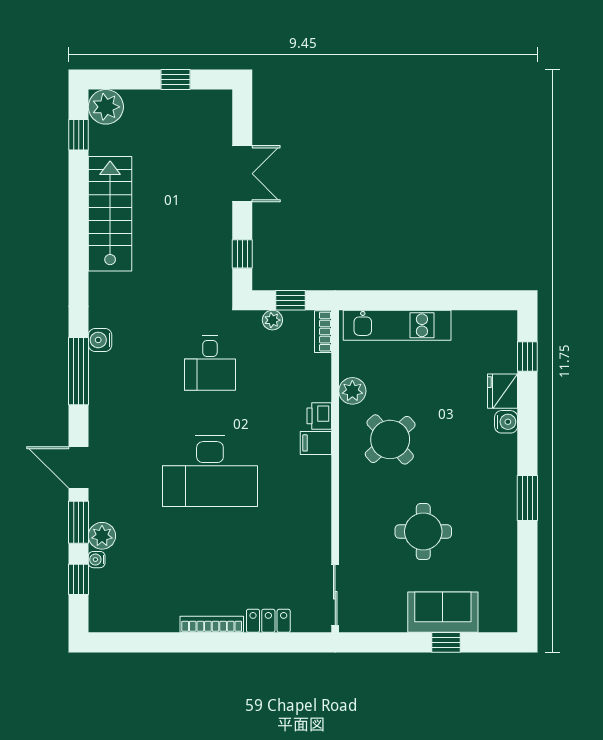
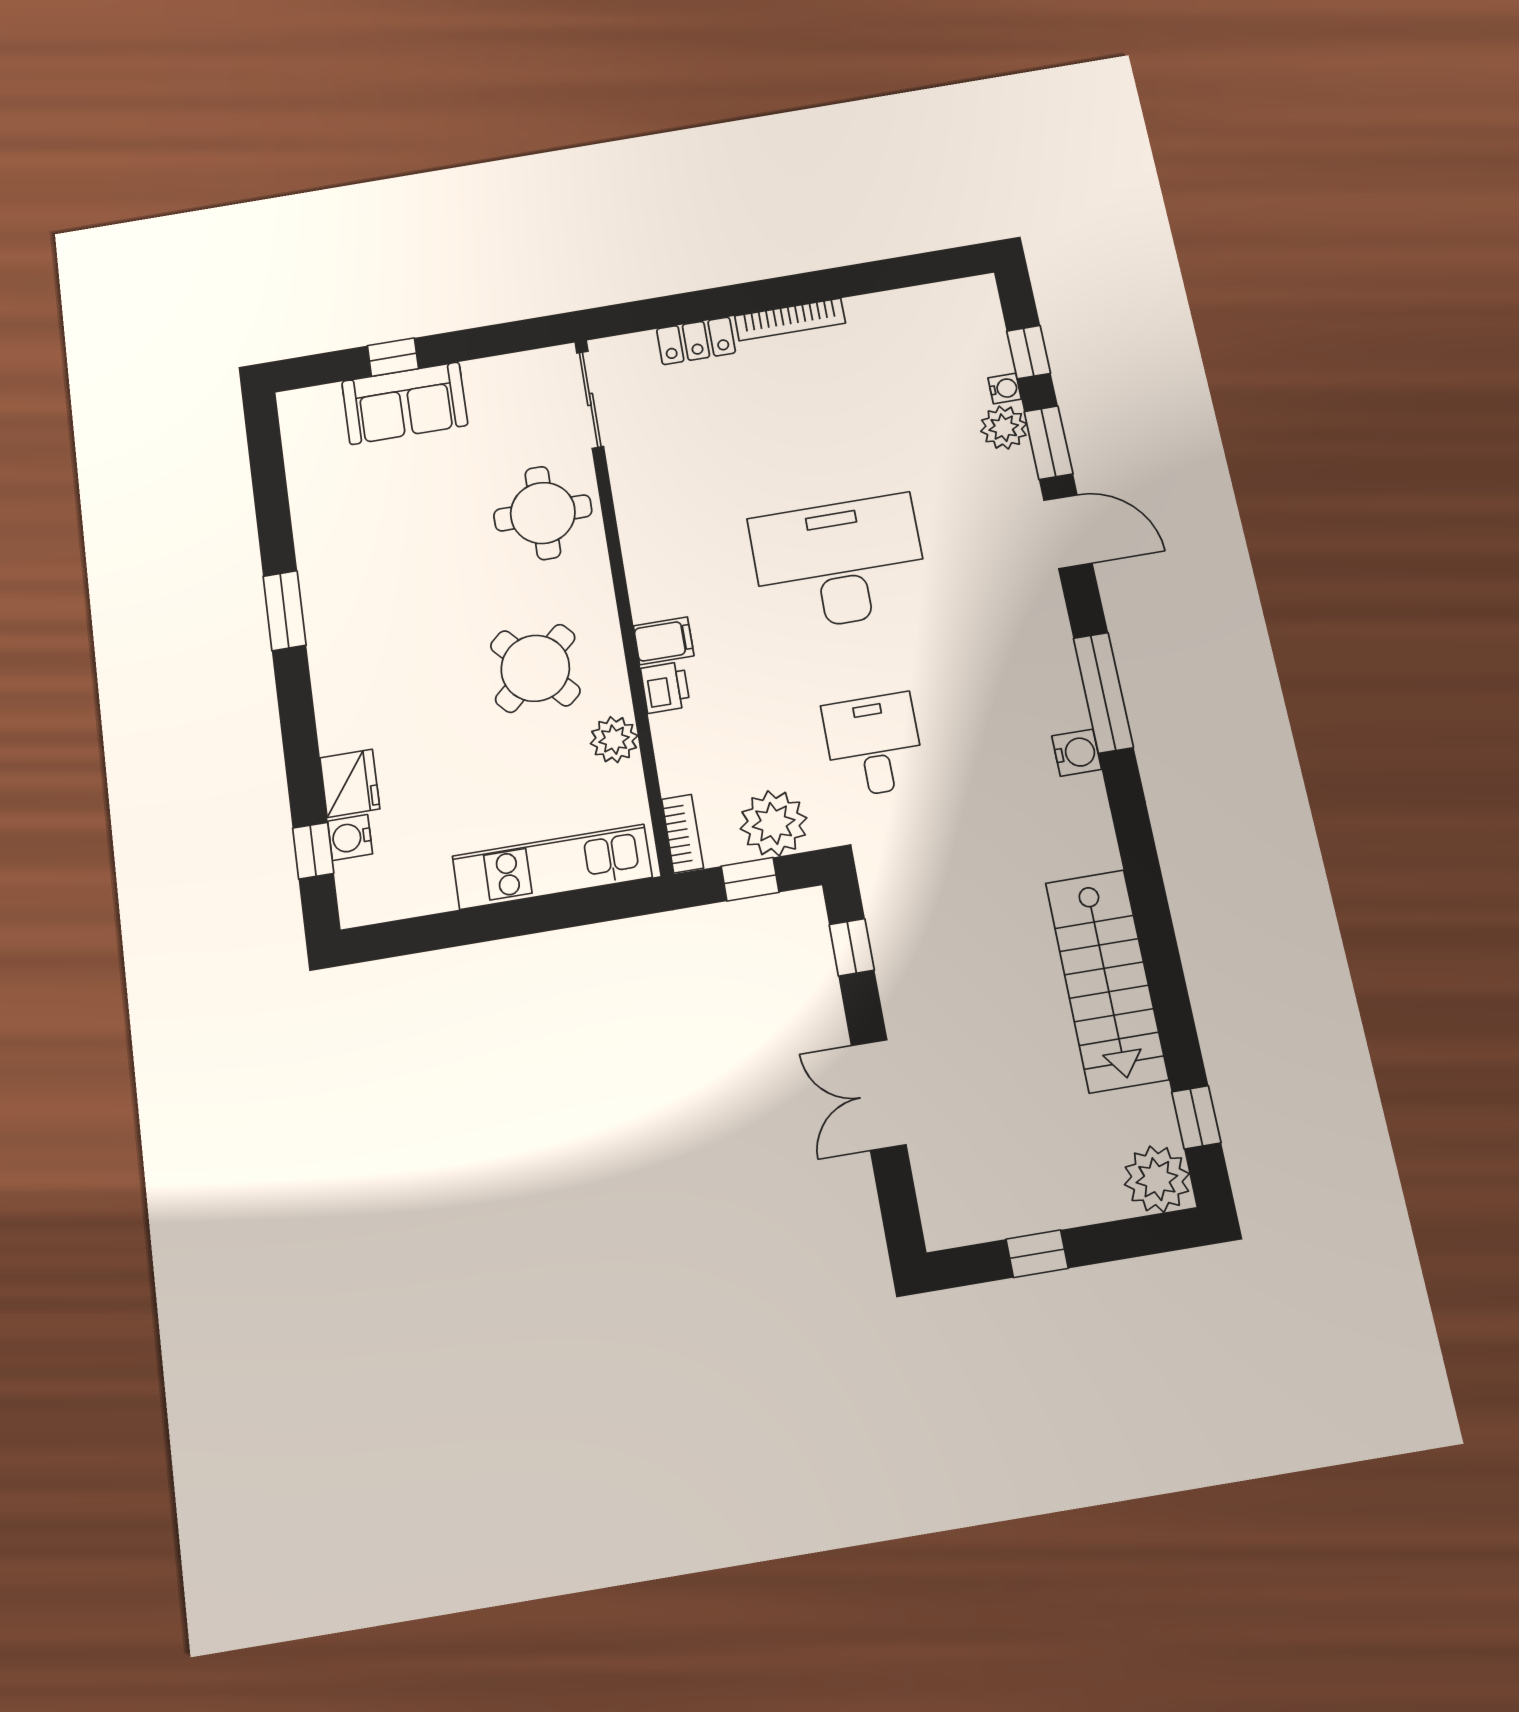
plant: (272, 320) -> (774, 823), width x1.88, depth x1.88
water cooler: (506, 422) -> (350, 838), moved
round table: (423, 532) -> (543, 513), moved

